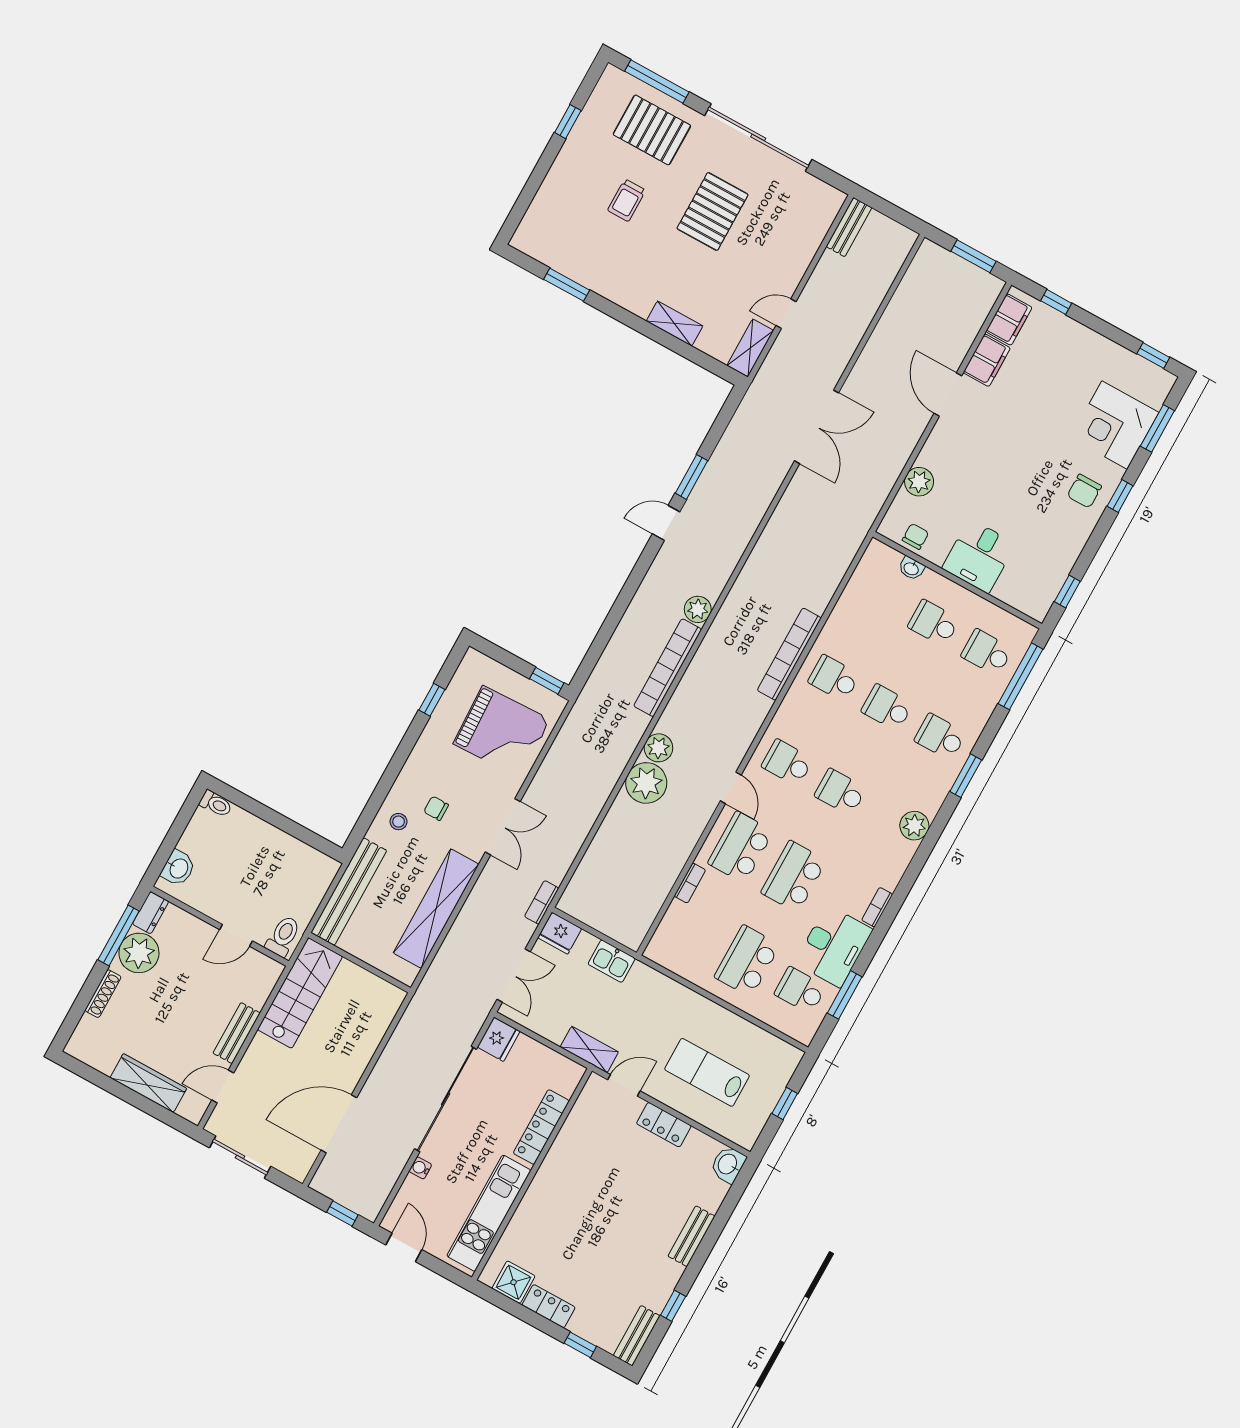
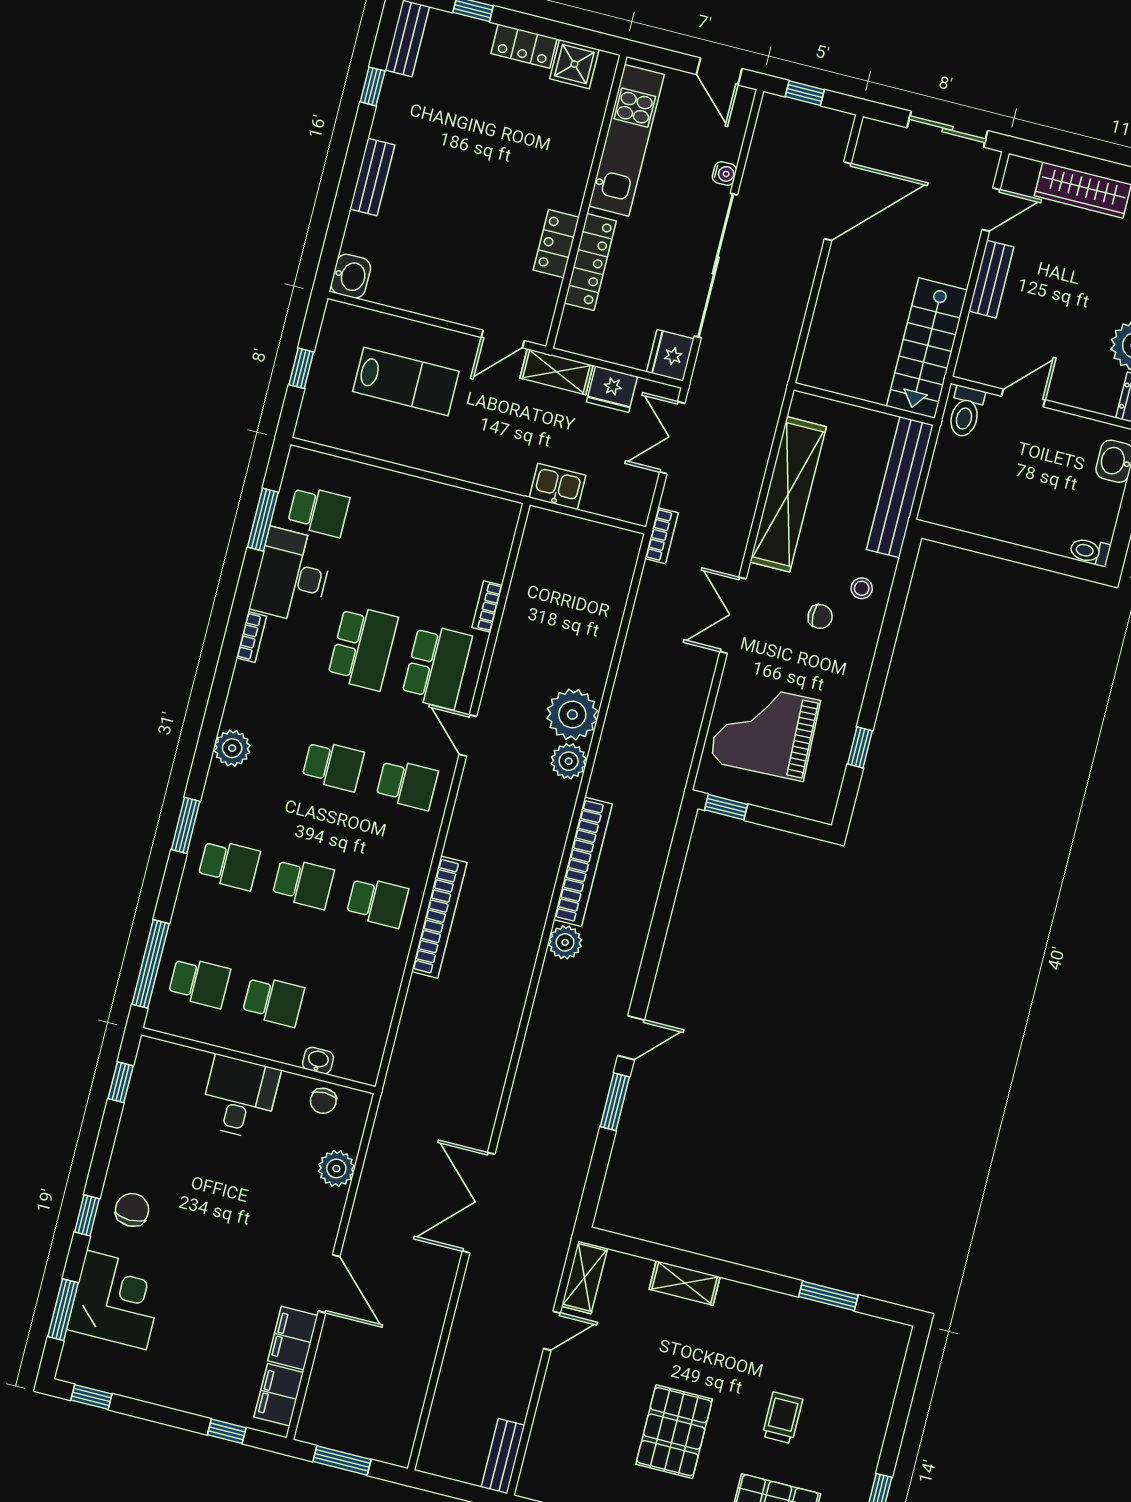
fridge: (560, 933) -> (612, 389), moved, turned 180
school desk: (747, 961) -> (393, 530), removed
locker: (664, 1125) -> (556, 244), moved, turned -90

